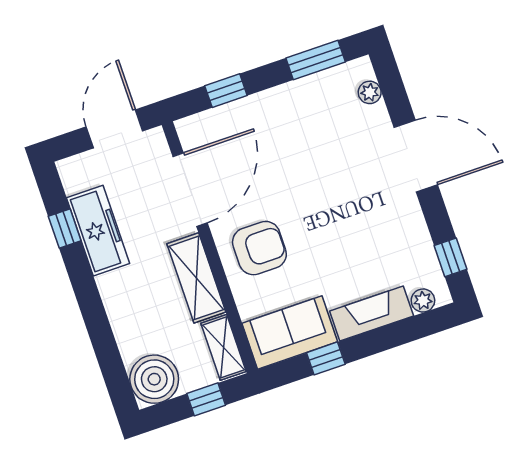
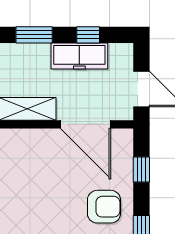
armchair: (259, 248) -> (104, 207), moved, turned -90
window: (90, 303) -> (34, 35), added

